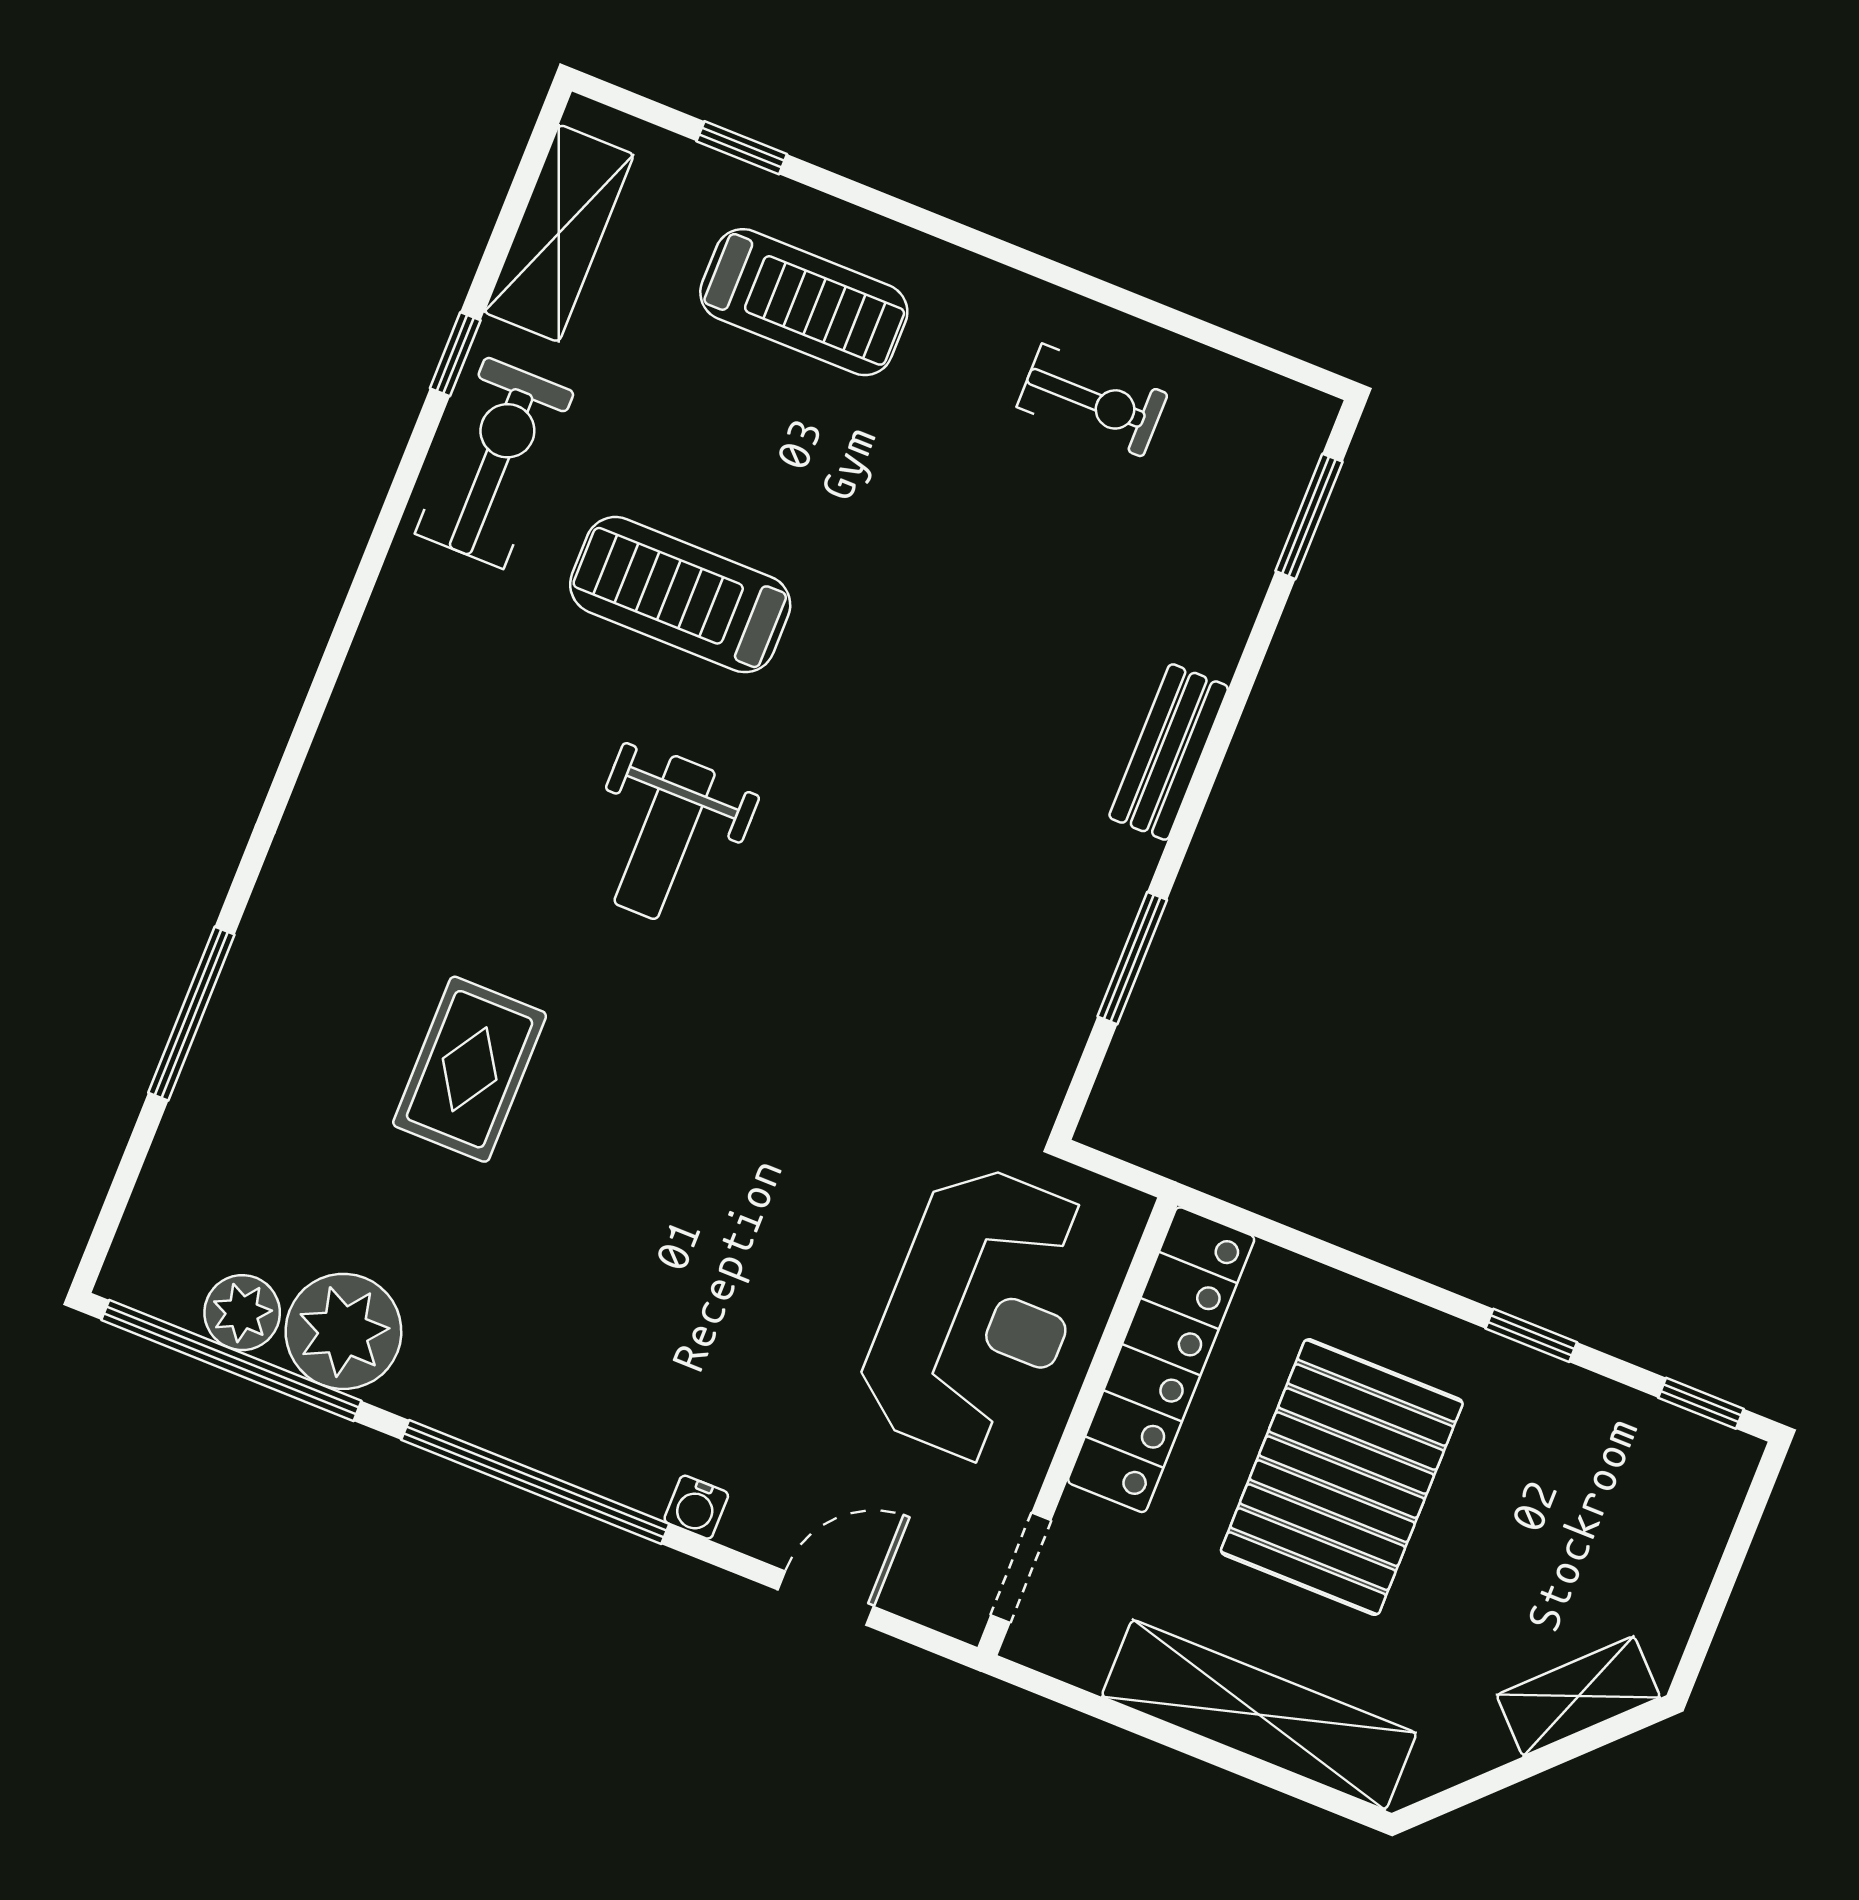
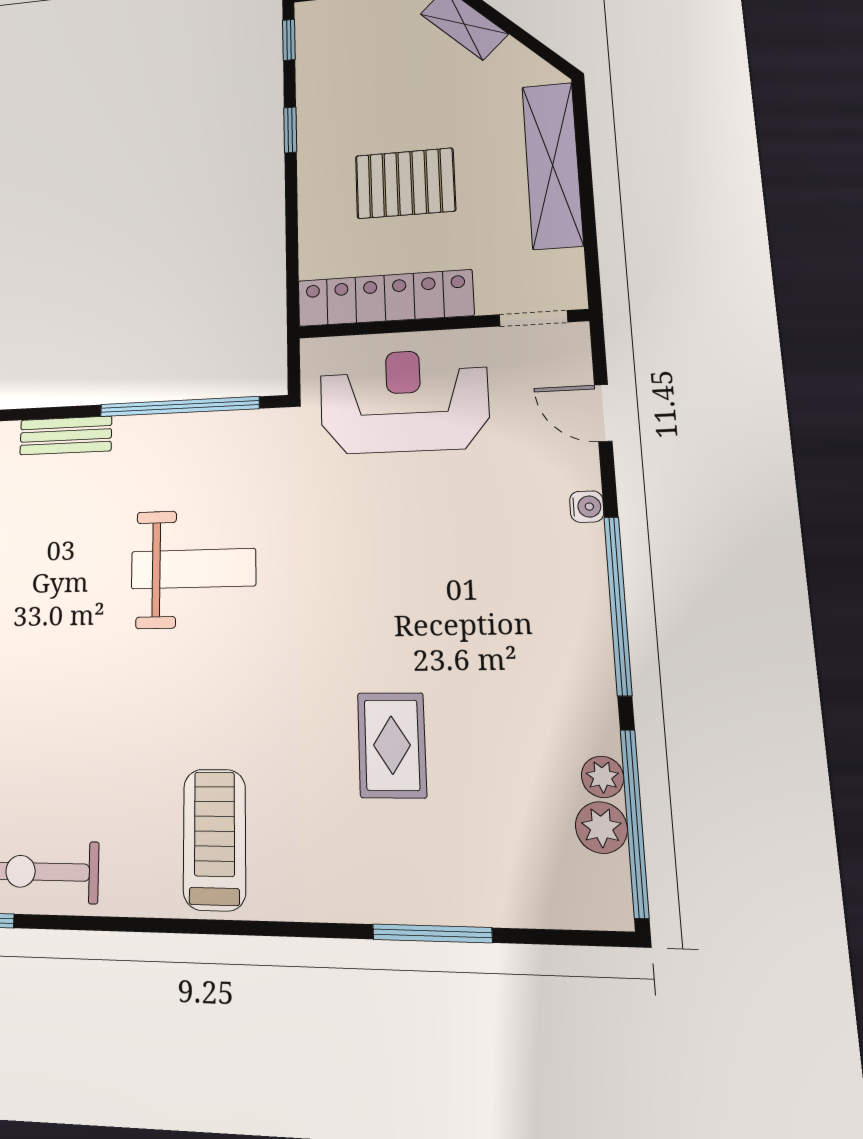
treadmill: (680, 595) -> (214, 839), moved, turned 180
weight bench: (665, 838) -> (193, 569), moved, width x1.36, depth x1.33
window: (1132, 958) -> (179, 407), width x2.11
rug: (470, 1069) -> (392, 745), turned 90
plant: (343, 1331) -> (602, 777), width x0.53, depth x0.53
pallet: (1342, 1477) -> (405, 183), width x0.73, depth x0.71

